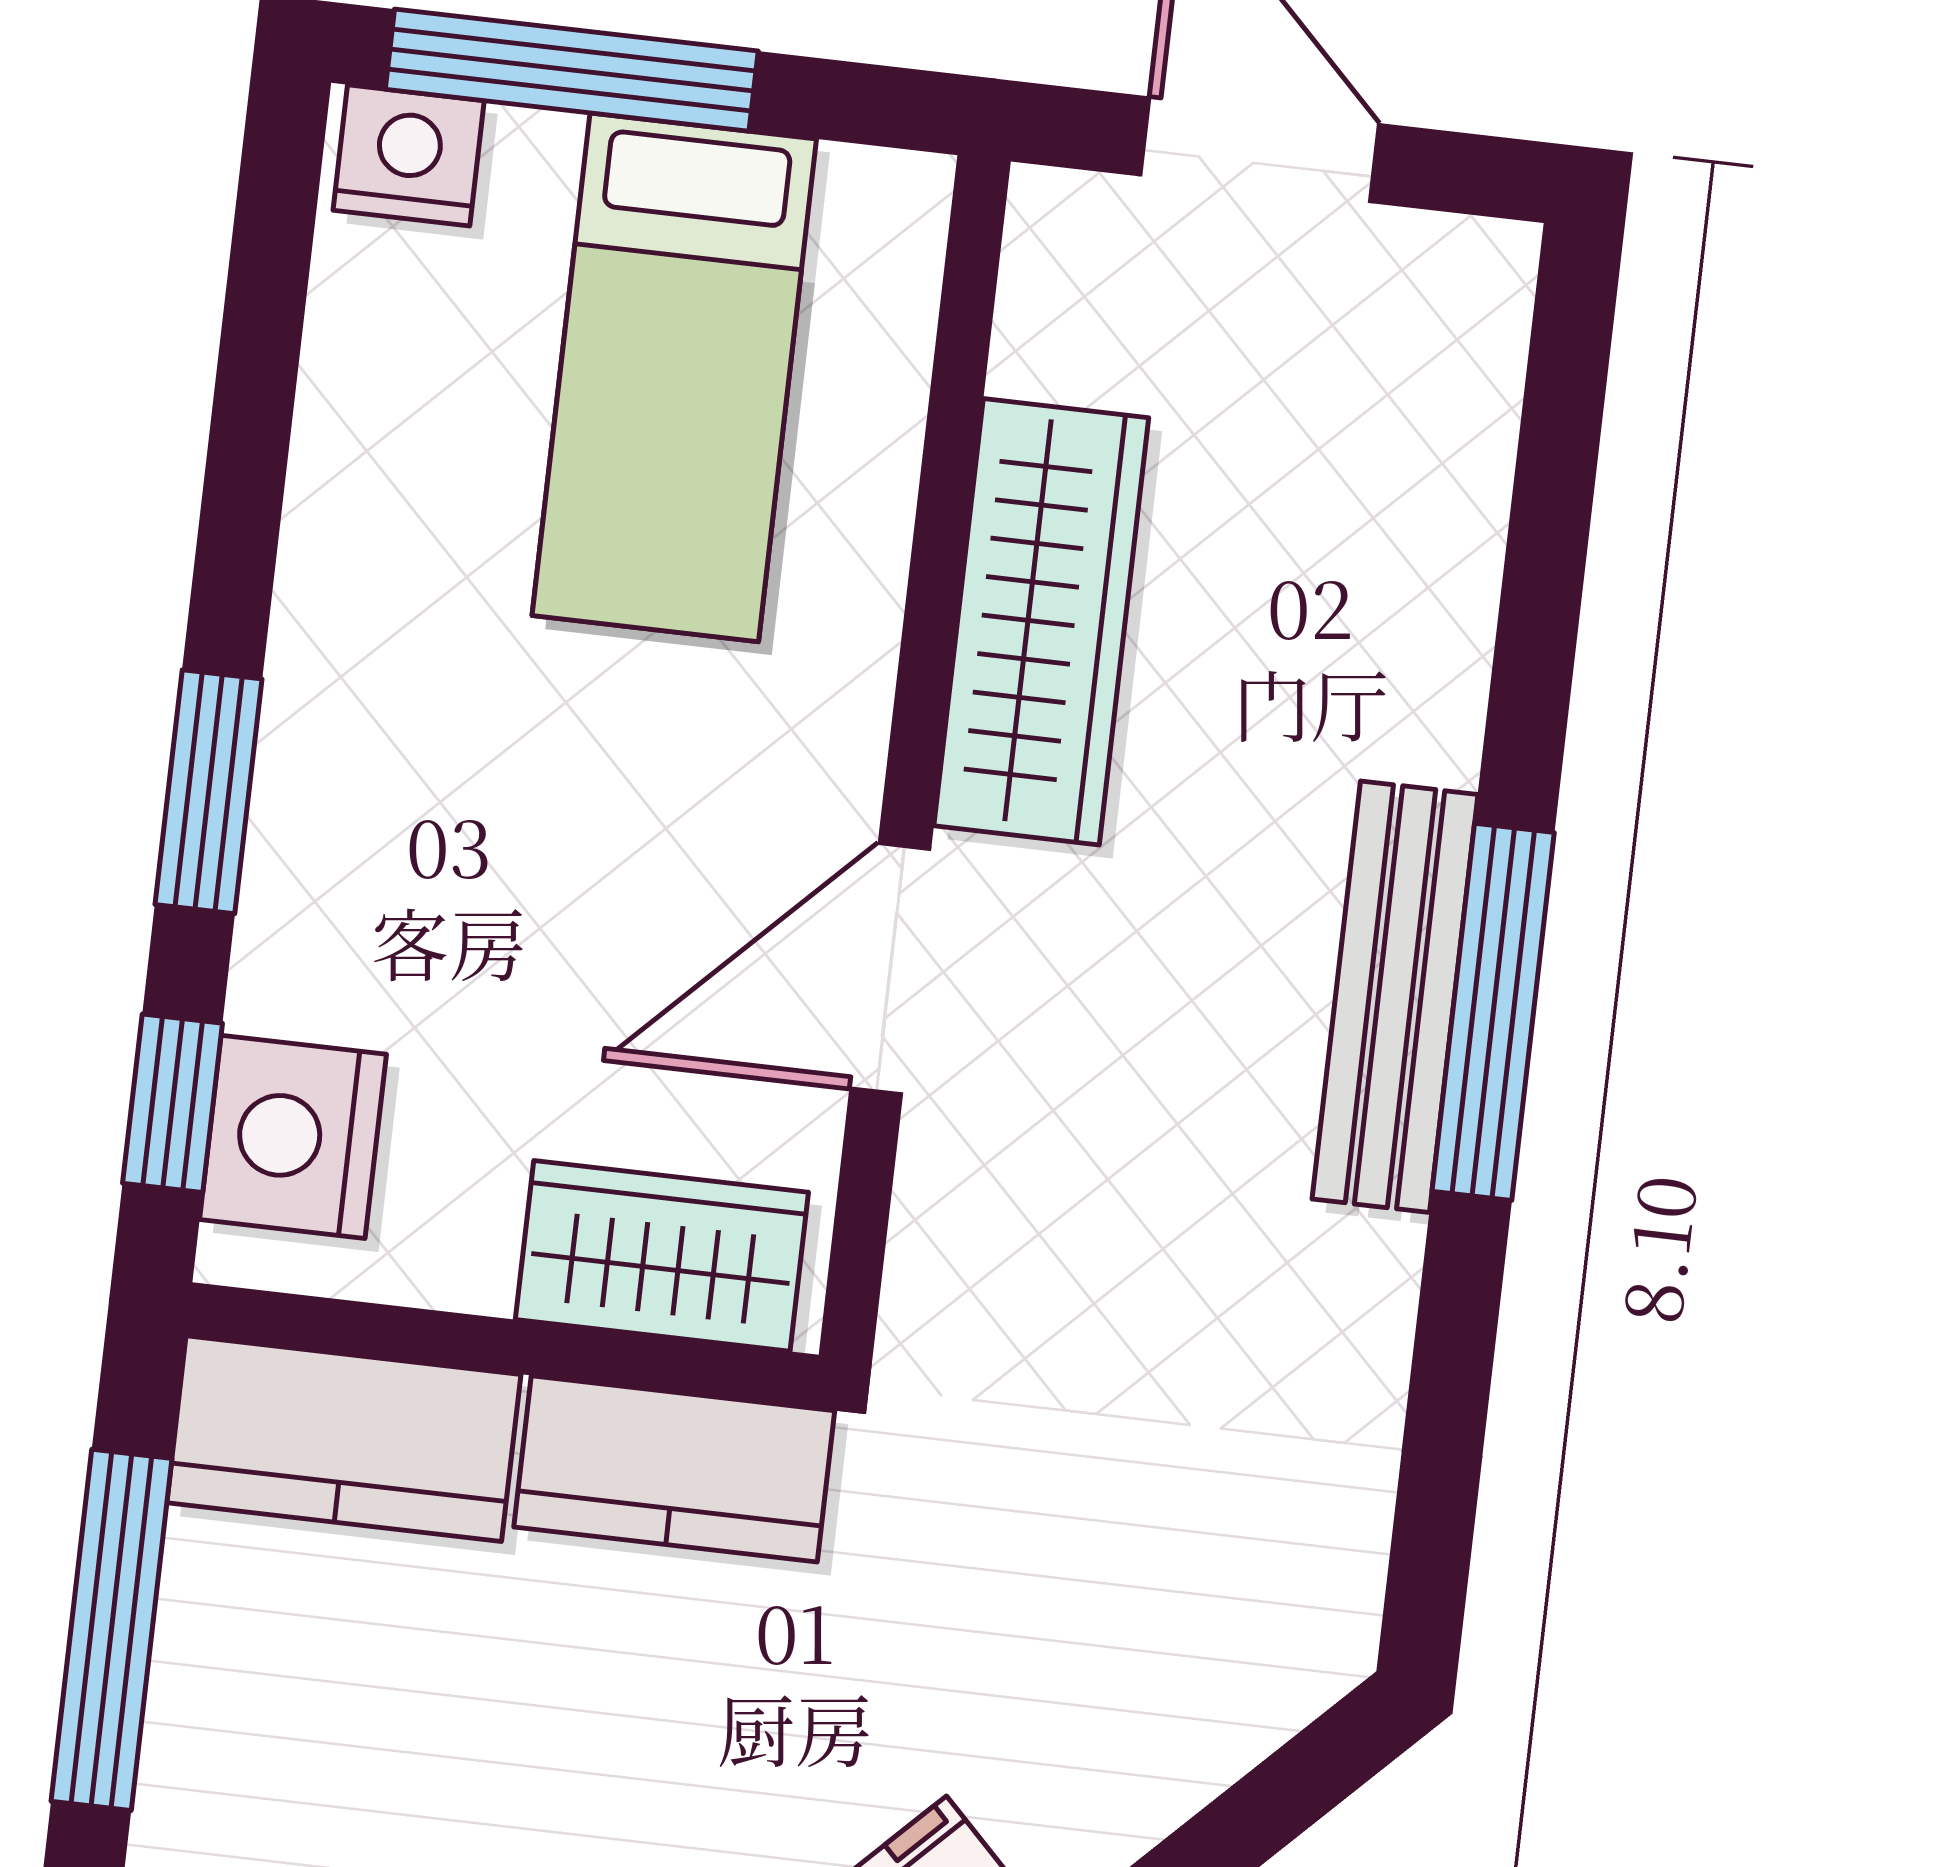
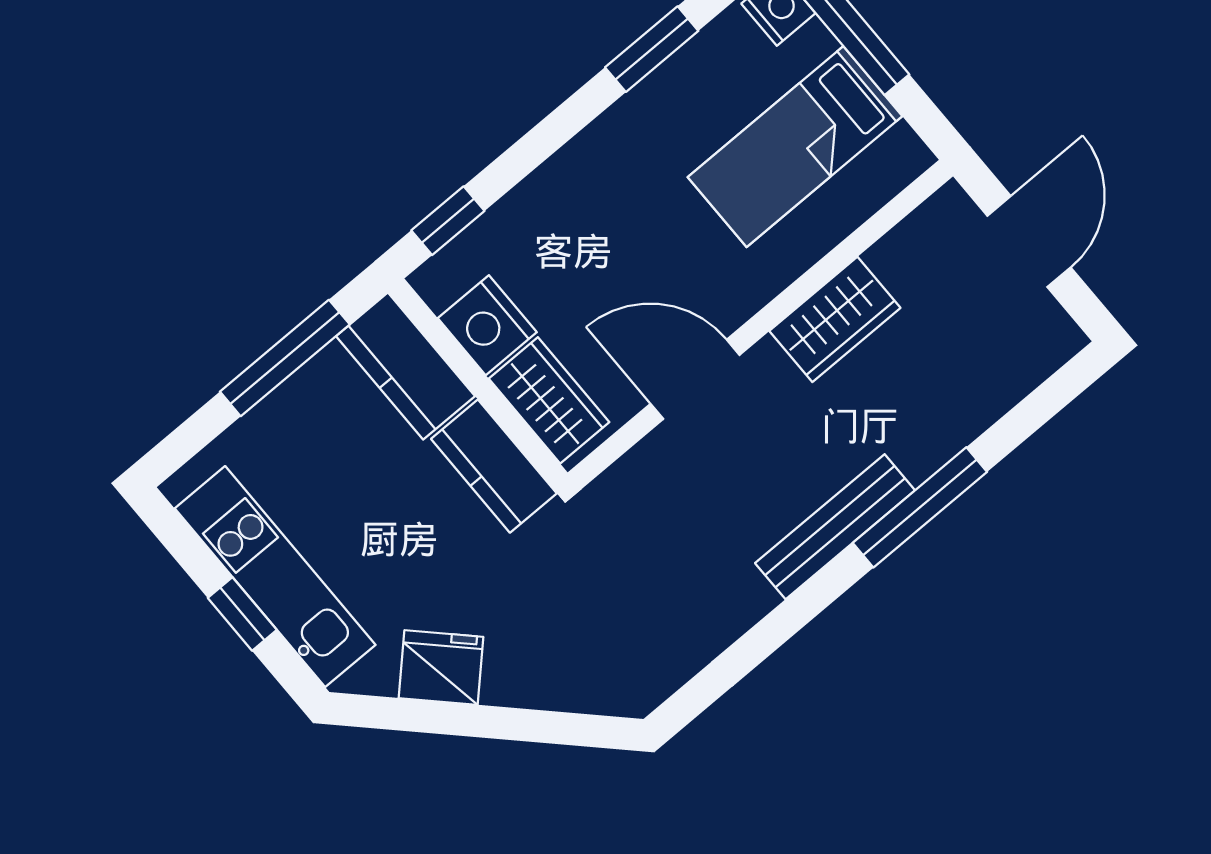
wardrobe: (1041, 622) -> (835, 319), width x0.67
window: (209, 792) -> (652, 49), moved
window: (1493, 1012) -> (920, 507), moved
nightstand: (293, 1137) -> (487, 325), moved, turned -90

